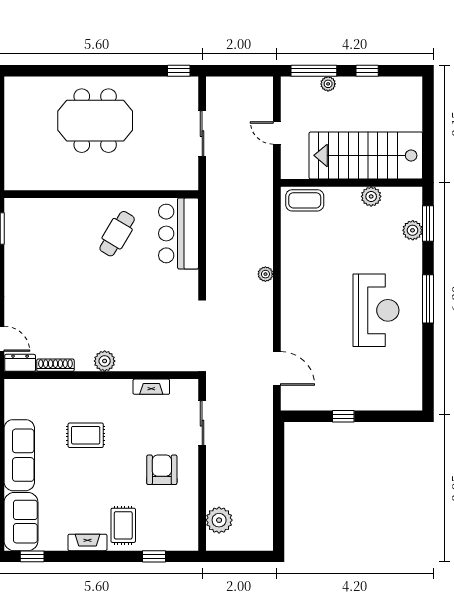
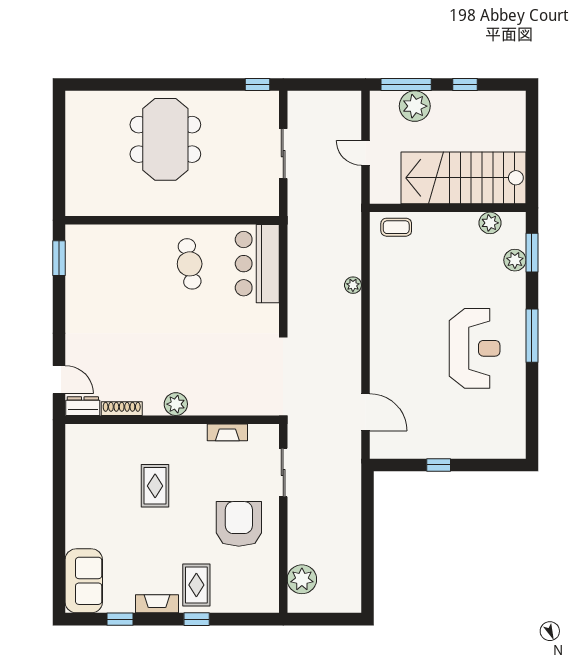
plant: (328, 84) -> (415, 106), width x1.88, depth x1.88
meeting table: (95, 121) -> (165, 139), turned 90
plant: (371, 196) -> (490, 223), moved
coffee table: (305, 200) -> (396, 227), width x0.73, depth x0.77
cafe table: (117, 234) -> (190, 264), turned -40
plant: (265, 274) -> (353, 285), moved
rug: (86, 435) -> (155, 486), turned 90
sofa: (19, 455) -> (82, 508), removed
armchair: (162, 470) -> (239, 524), width x1.36, depth x1.36
window: (32, 556) -> (120, 619), moved
window: (154, 556) -> (197, 619), moved

